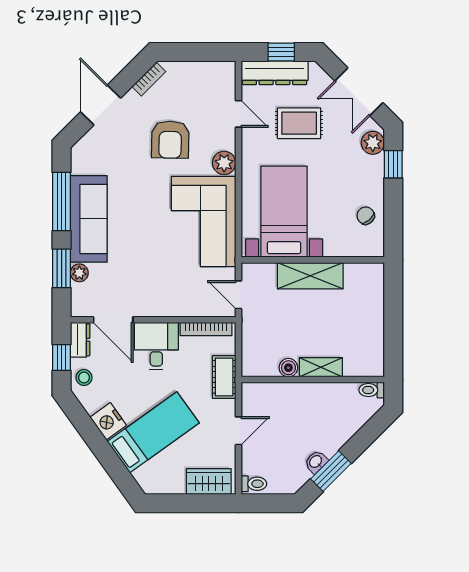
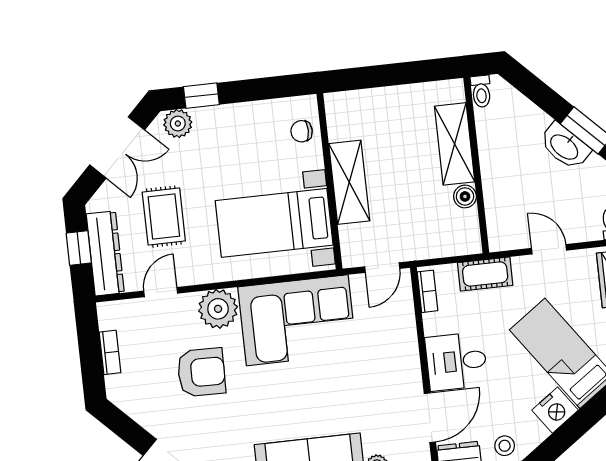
bookcase: (149, 79) -> (110, 352), moved, turned 45
plant: (224, 163) -> (218, 309), width x1.36, depth x1.36
chair: (366, 216) -> (302, 131), moved, turned 41
bookcase: (206, 329) -> (427, 291), width x0.64
shelving: (321, 367) -> (455, 144), width x1.50, depth x1.33
washbasin: (316, 462) -> (565, 146), width x1.91, depth x1.45

